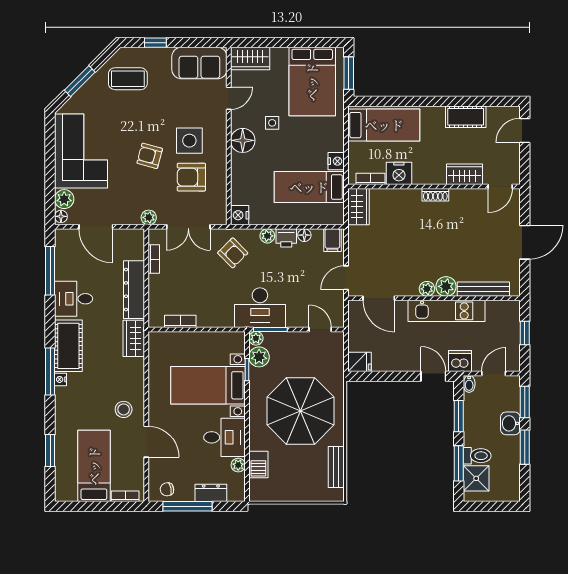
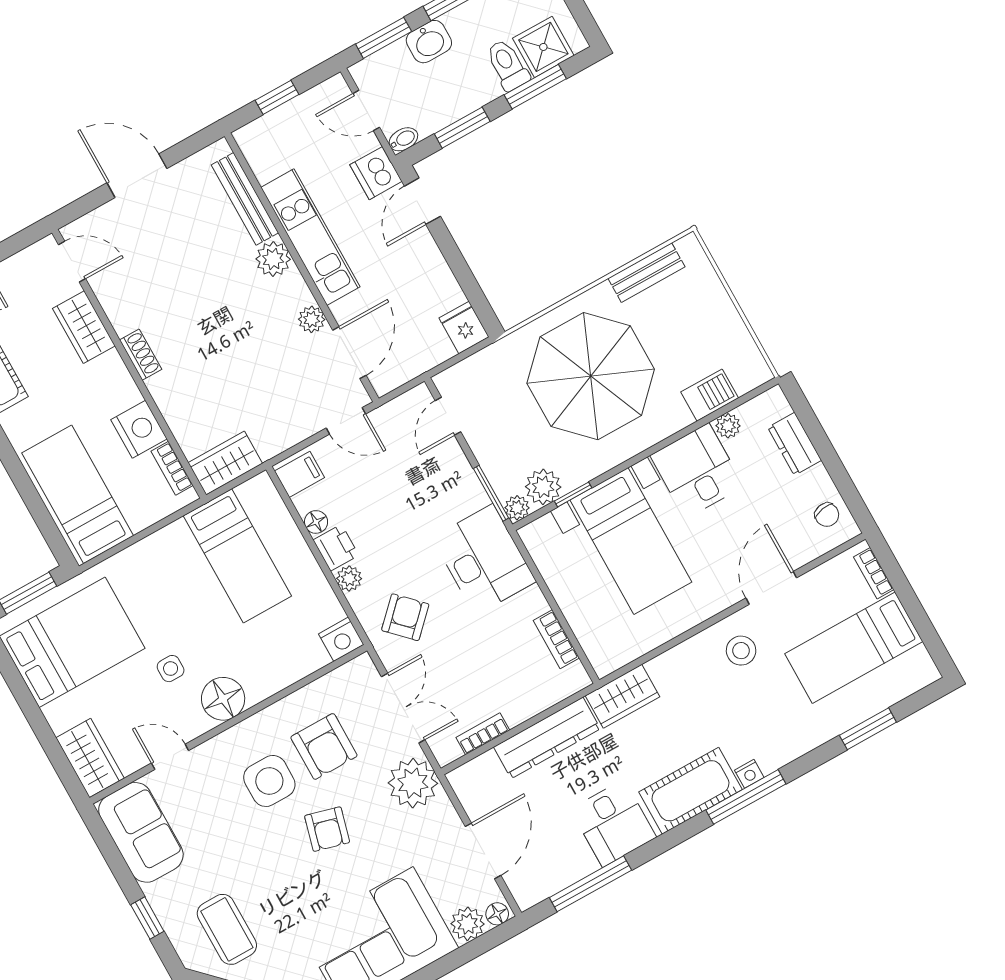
nightstand: (336, 161) -> (174, 537), removed
plant: (149, 217) -> (413, 783), width x1.88, depth x1.88
plant: (427, 289) -> (312, 319), moved
desk: (260, 308) -> (484, 560), moved
window: (187, 506) -> (835, 469), removed

